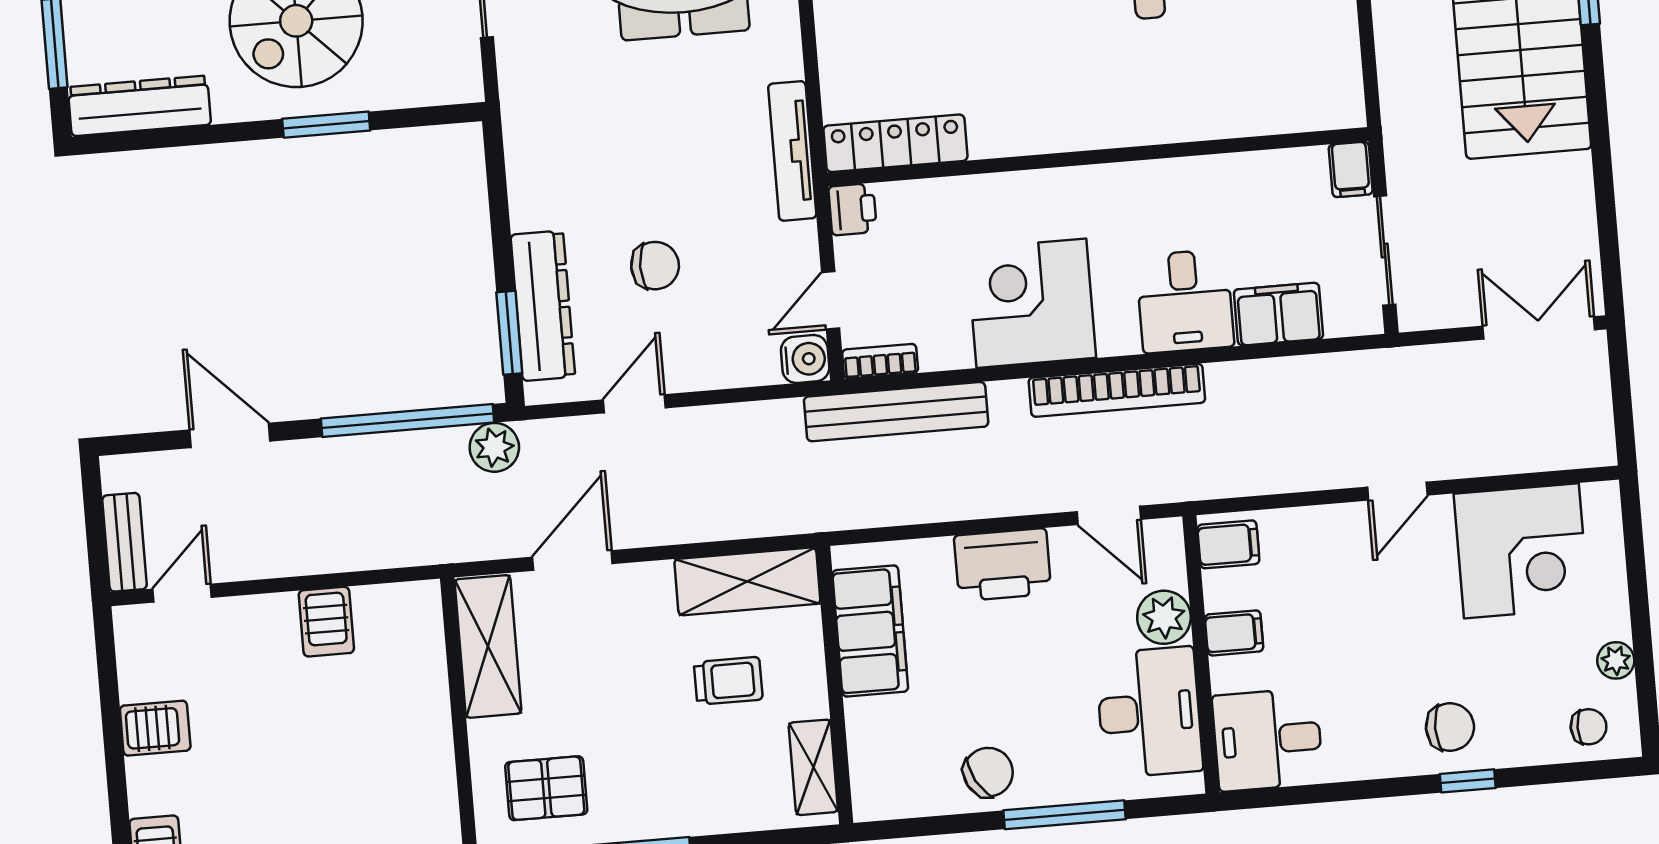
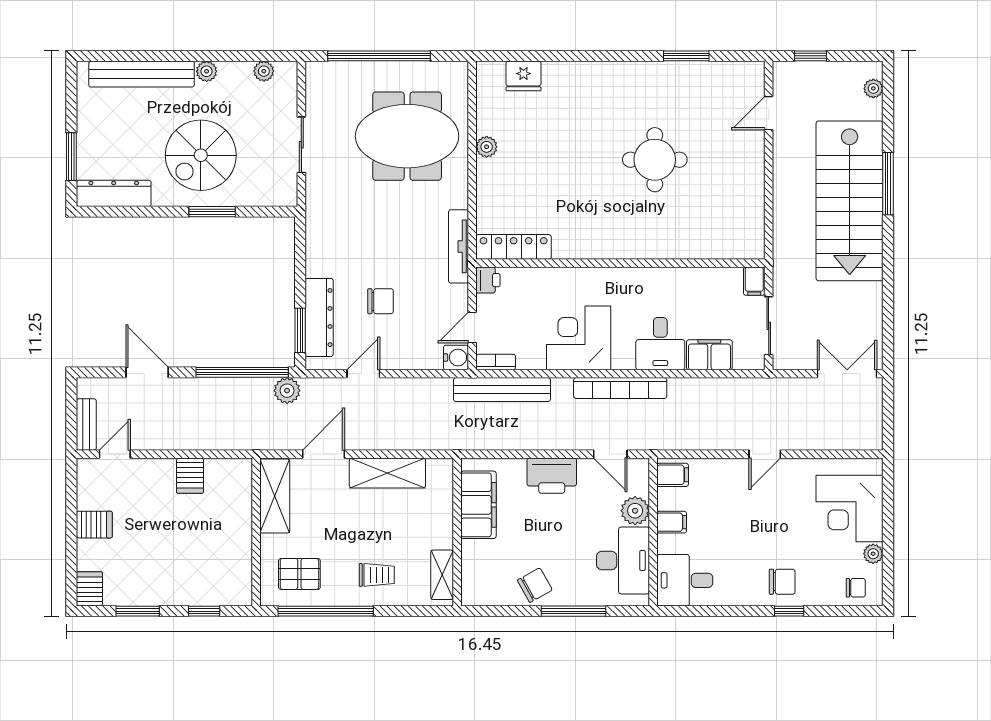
corner desk: (1521, 551) -> (850, 508), moved, turned 90
shelving: (747, 581) -> (387, 473), moved
trolley: (728, 681) -> (377, 575), moved

